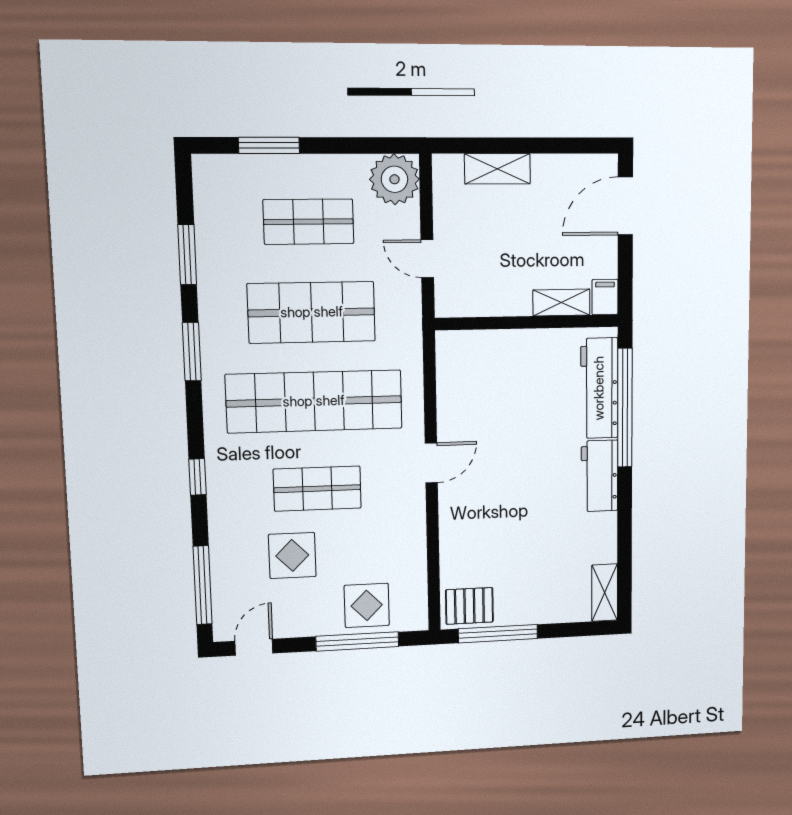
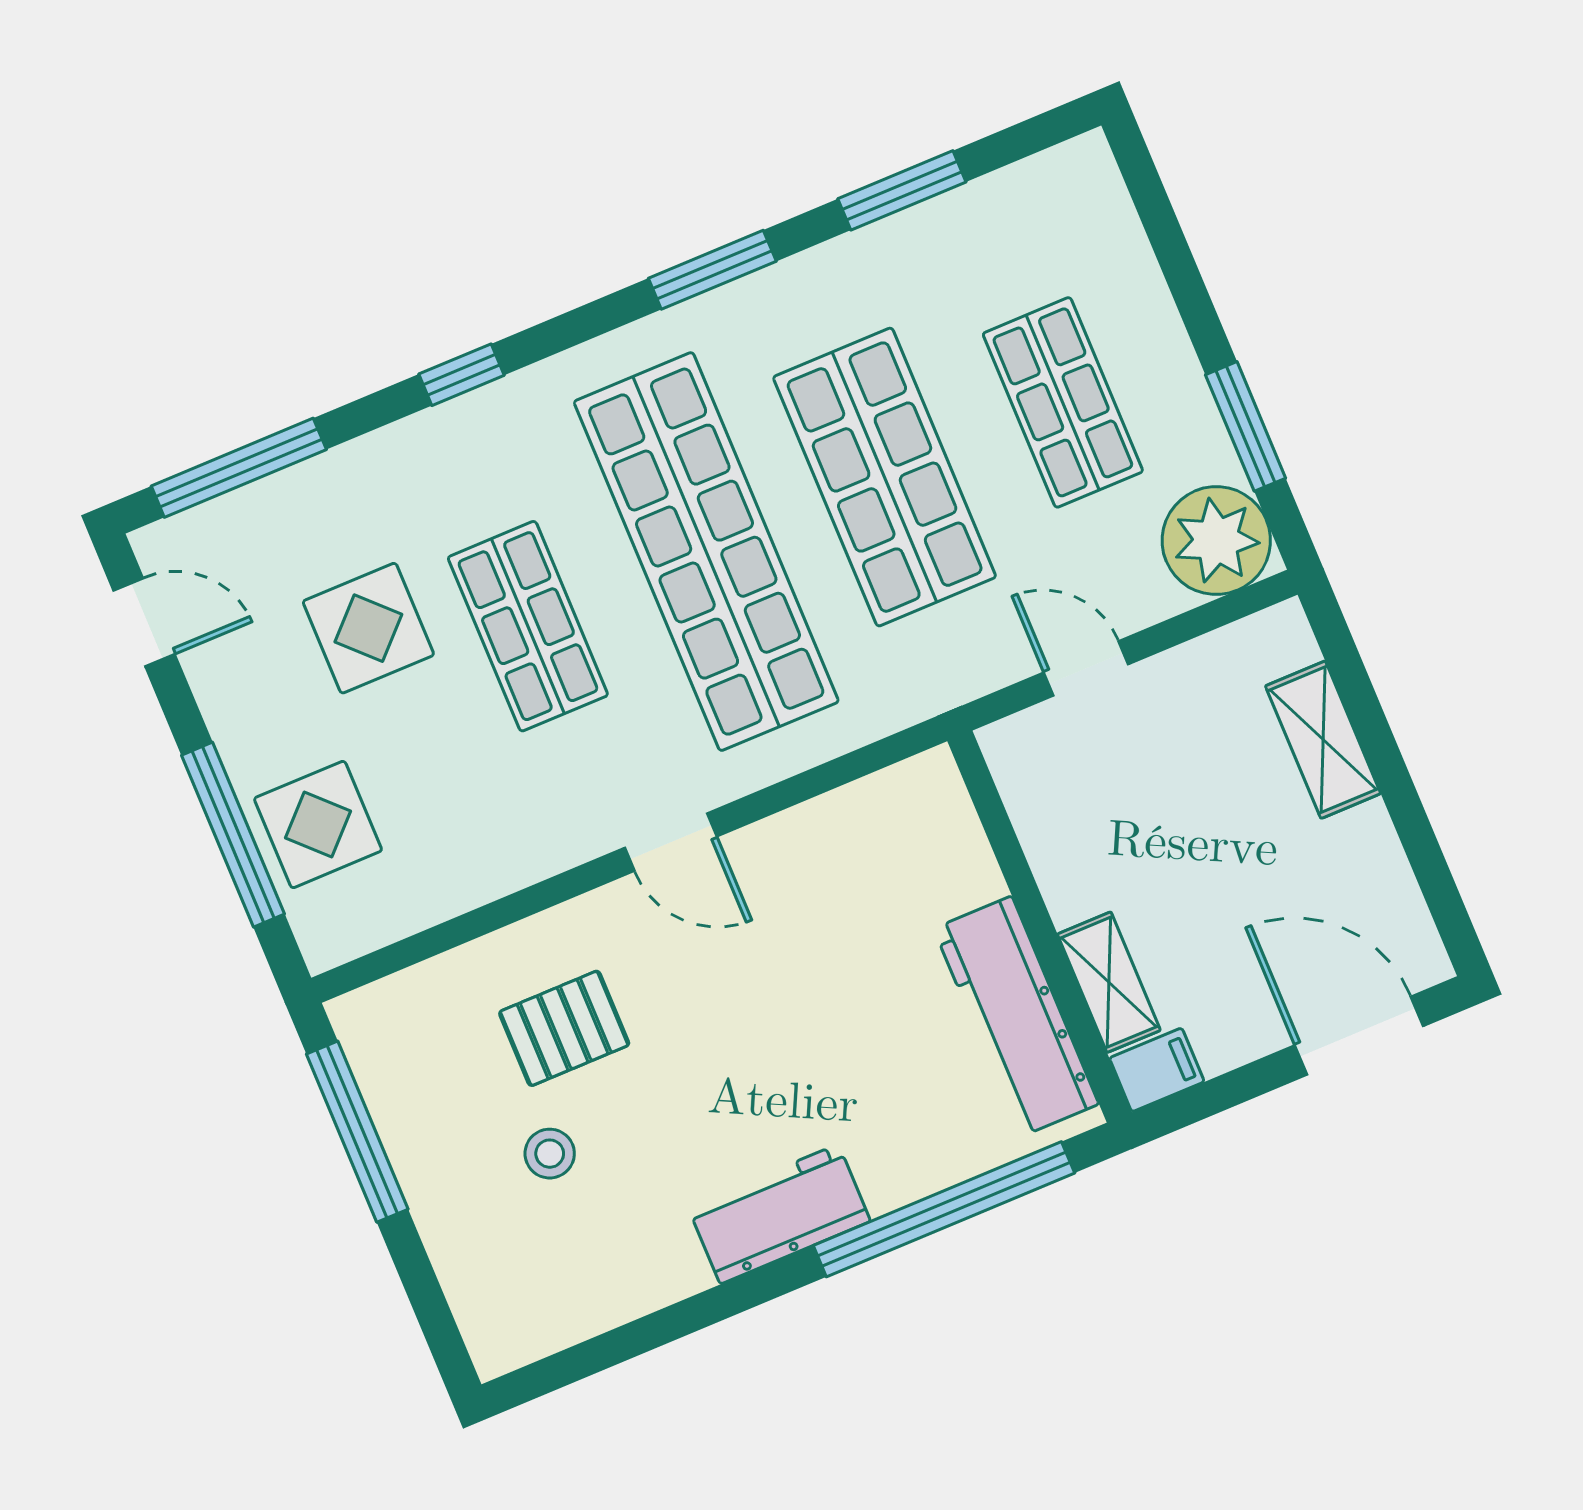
window: (269, 145) -> (1246, 426), moved
door: (427, 259) -> (1086, 668), hinge flipped
workbench: (599, 388) -> (1016, 1016), moved, turned -90
stool: (538, 560) -> (550, 1154), added
shelving: (605, 593) -> (531, 1331), removed
pallet: (469, 606) -> (564, 1028), moved, turned 90

